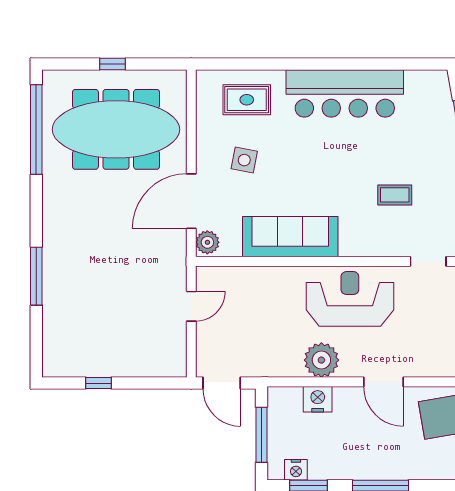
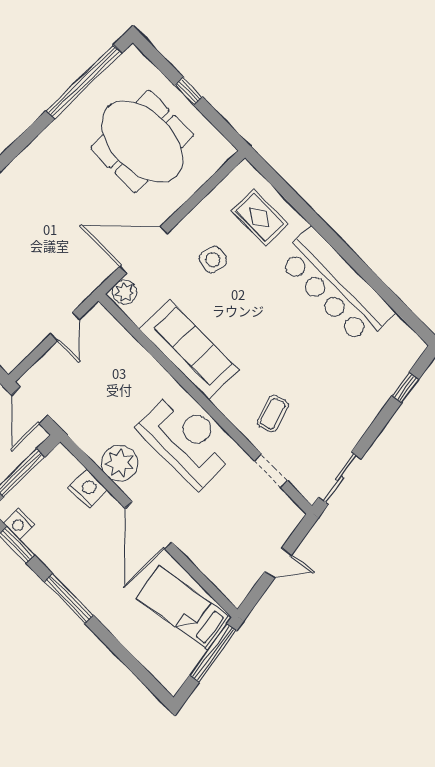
meeting table: (116, 129) -> (142, 141), width x0.73
coffee table: (395, 195) -> (273, 414), moved, turned 72
door: (191, 306) -> (65, 327), hinge flipped
door: (383, 382) -> (148, 525), width x1.36

